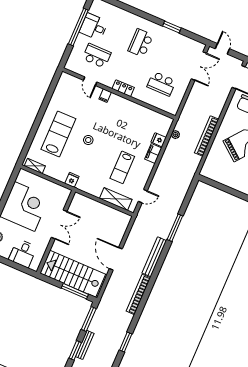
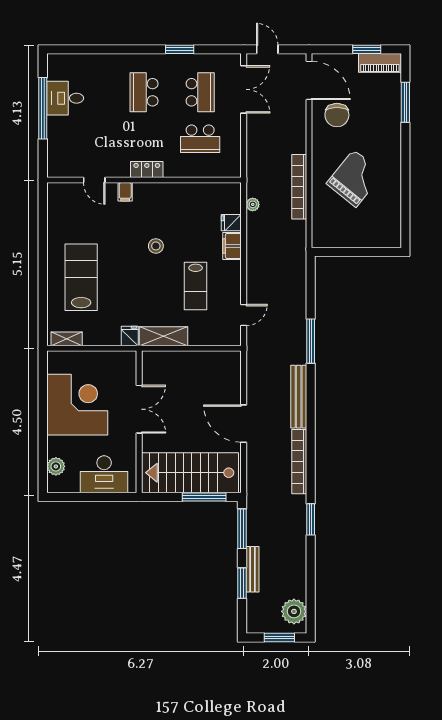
school desk: (97, 56) -> (200, 92), moved, turned 90
stool: (88, 140) -> (156, 246), moved
shelving: (116, 199) -> (163, 336), moved
desk: (23, 253) -> (104, 474), width x1.37
window: (126, 342) -> (311, 519), moved

